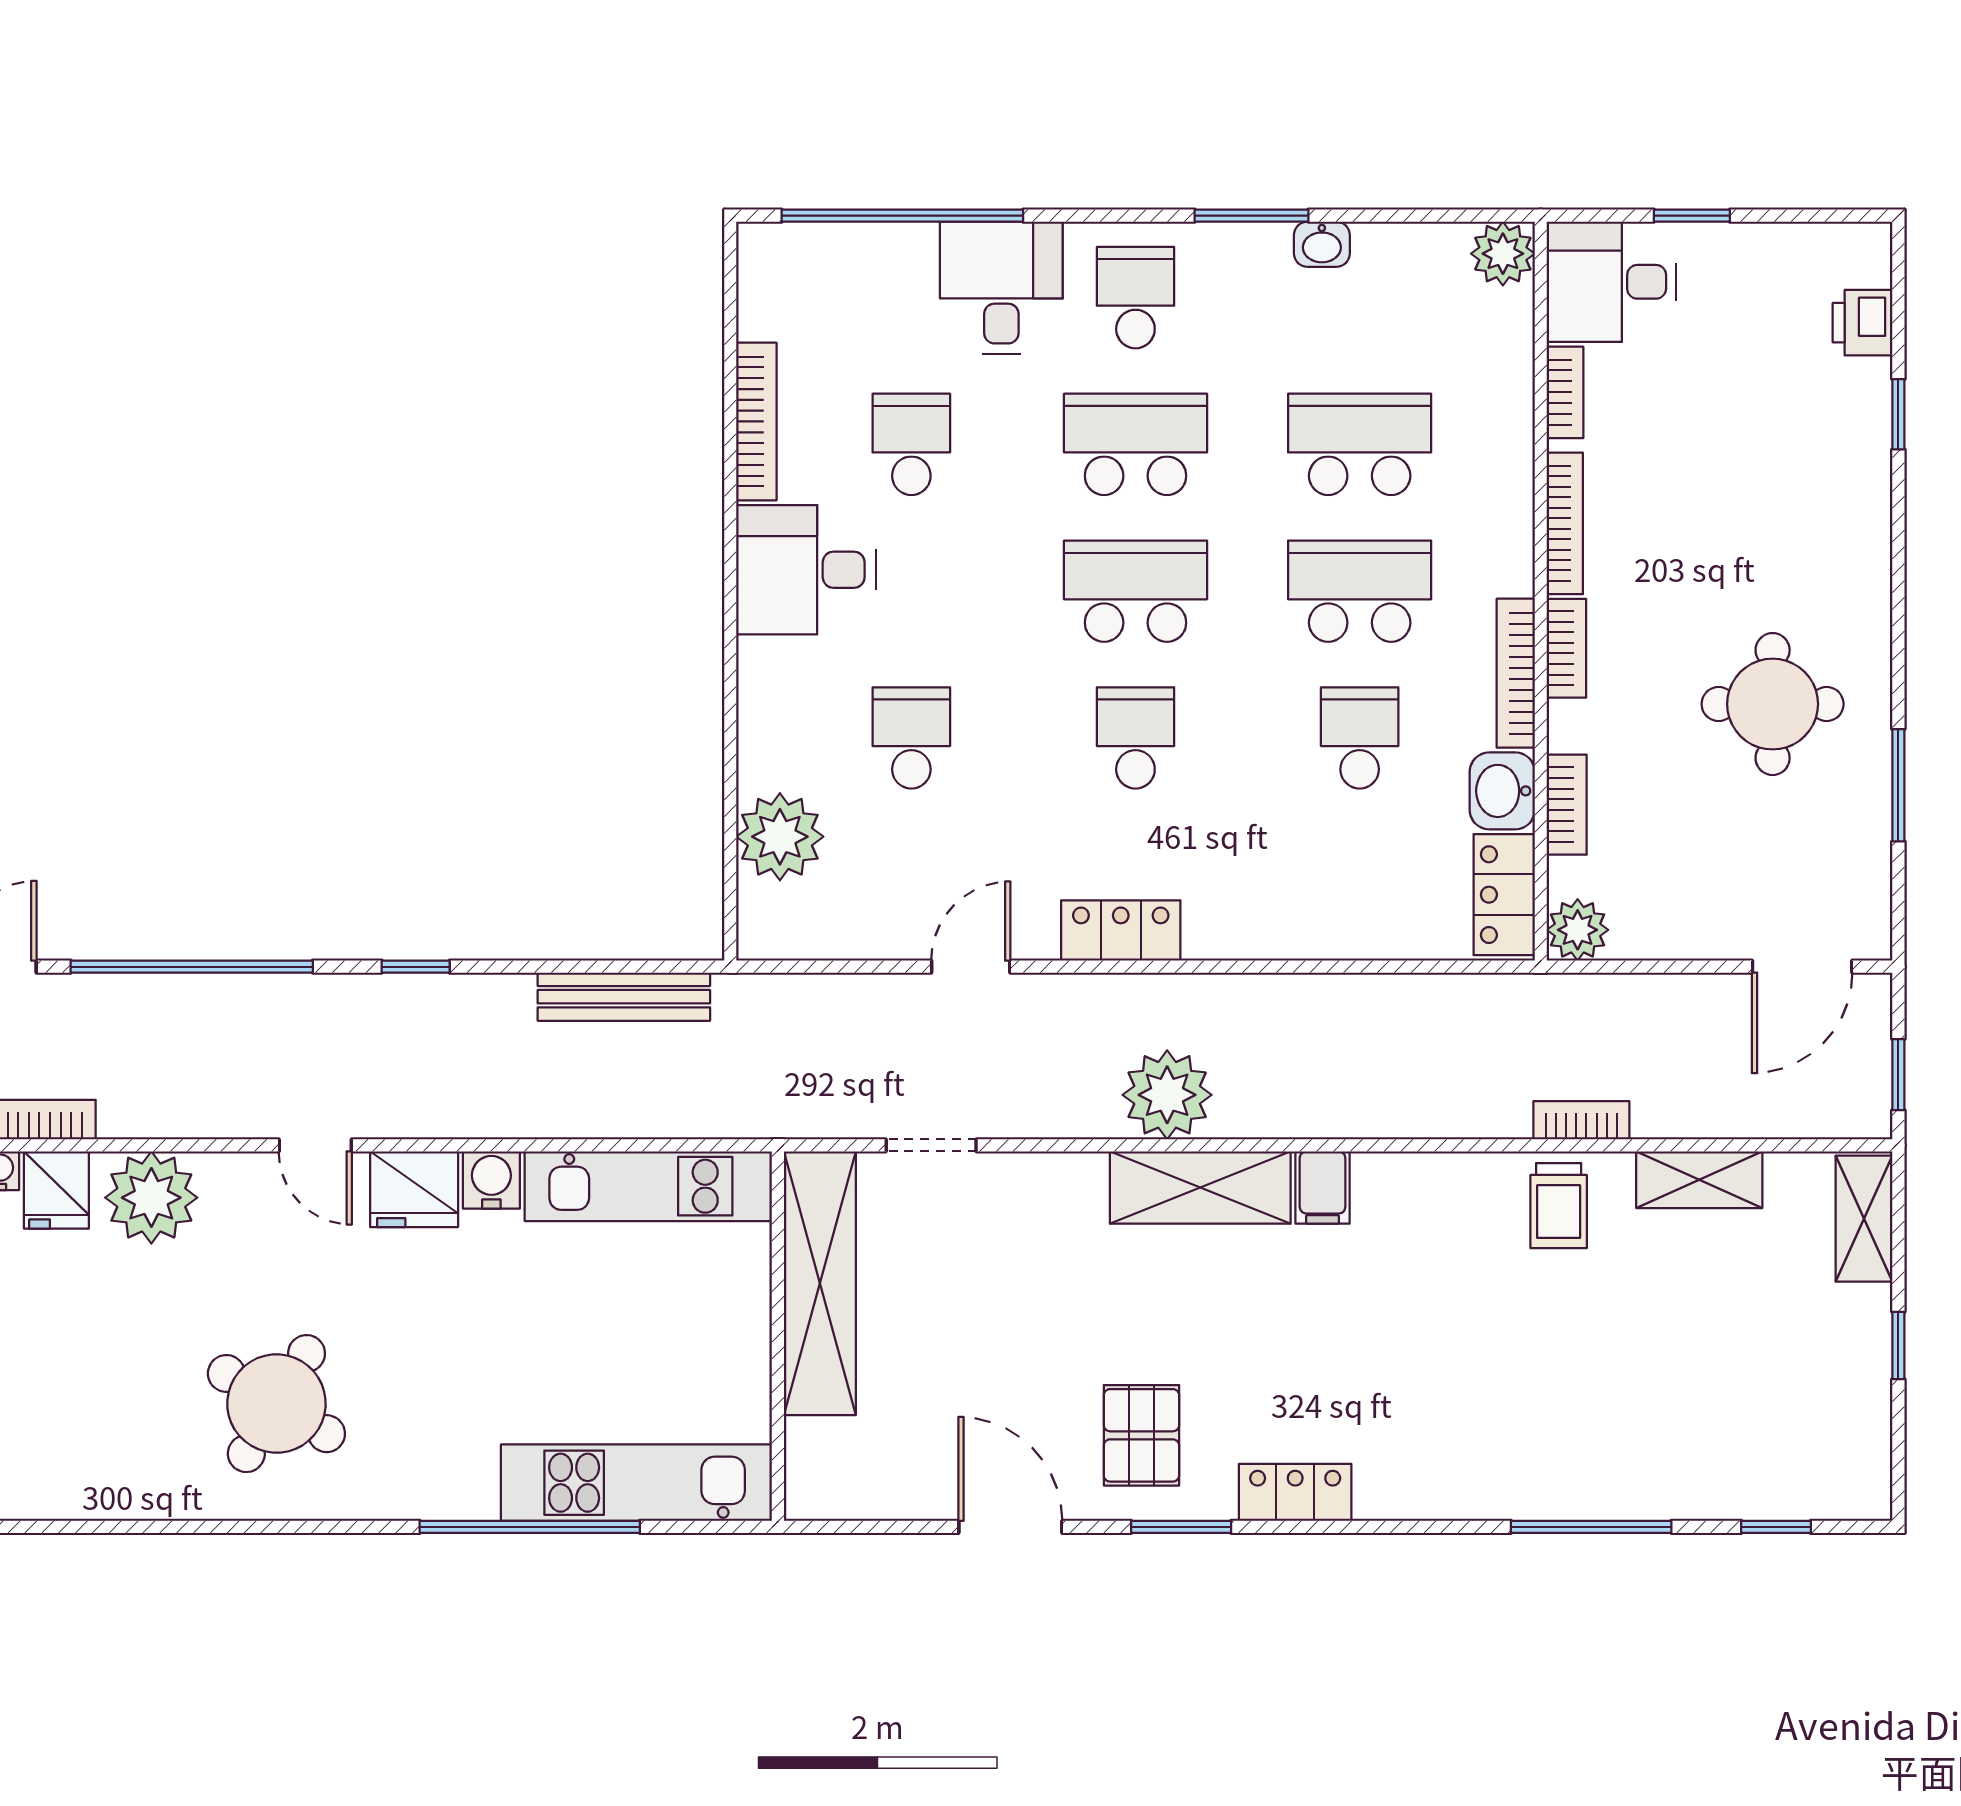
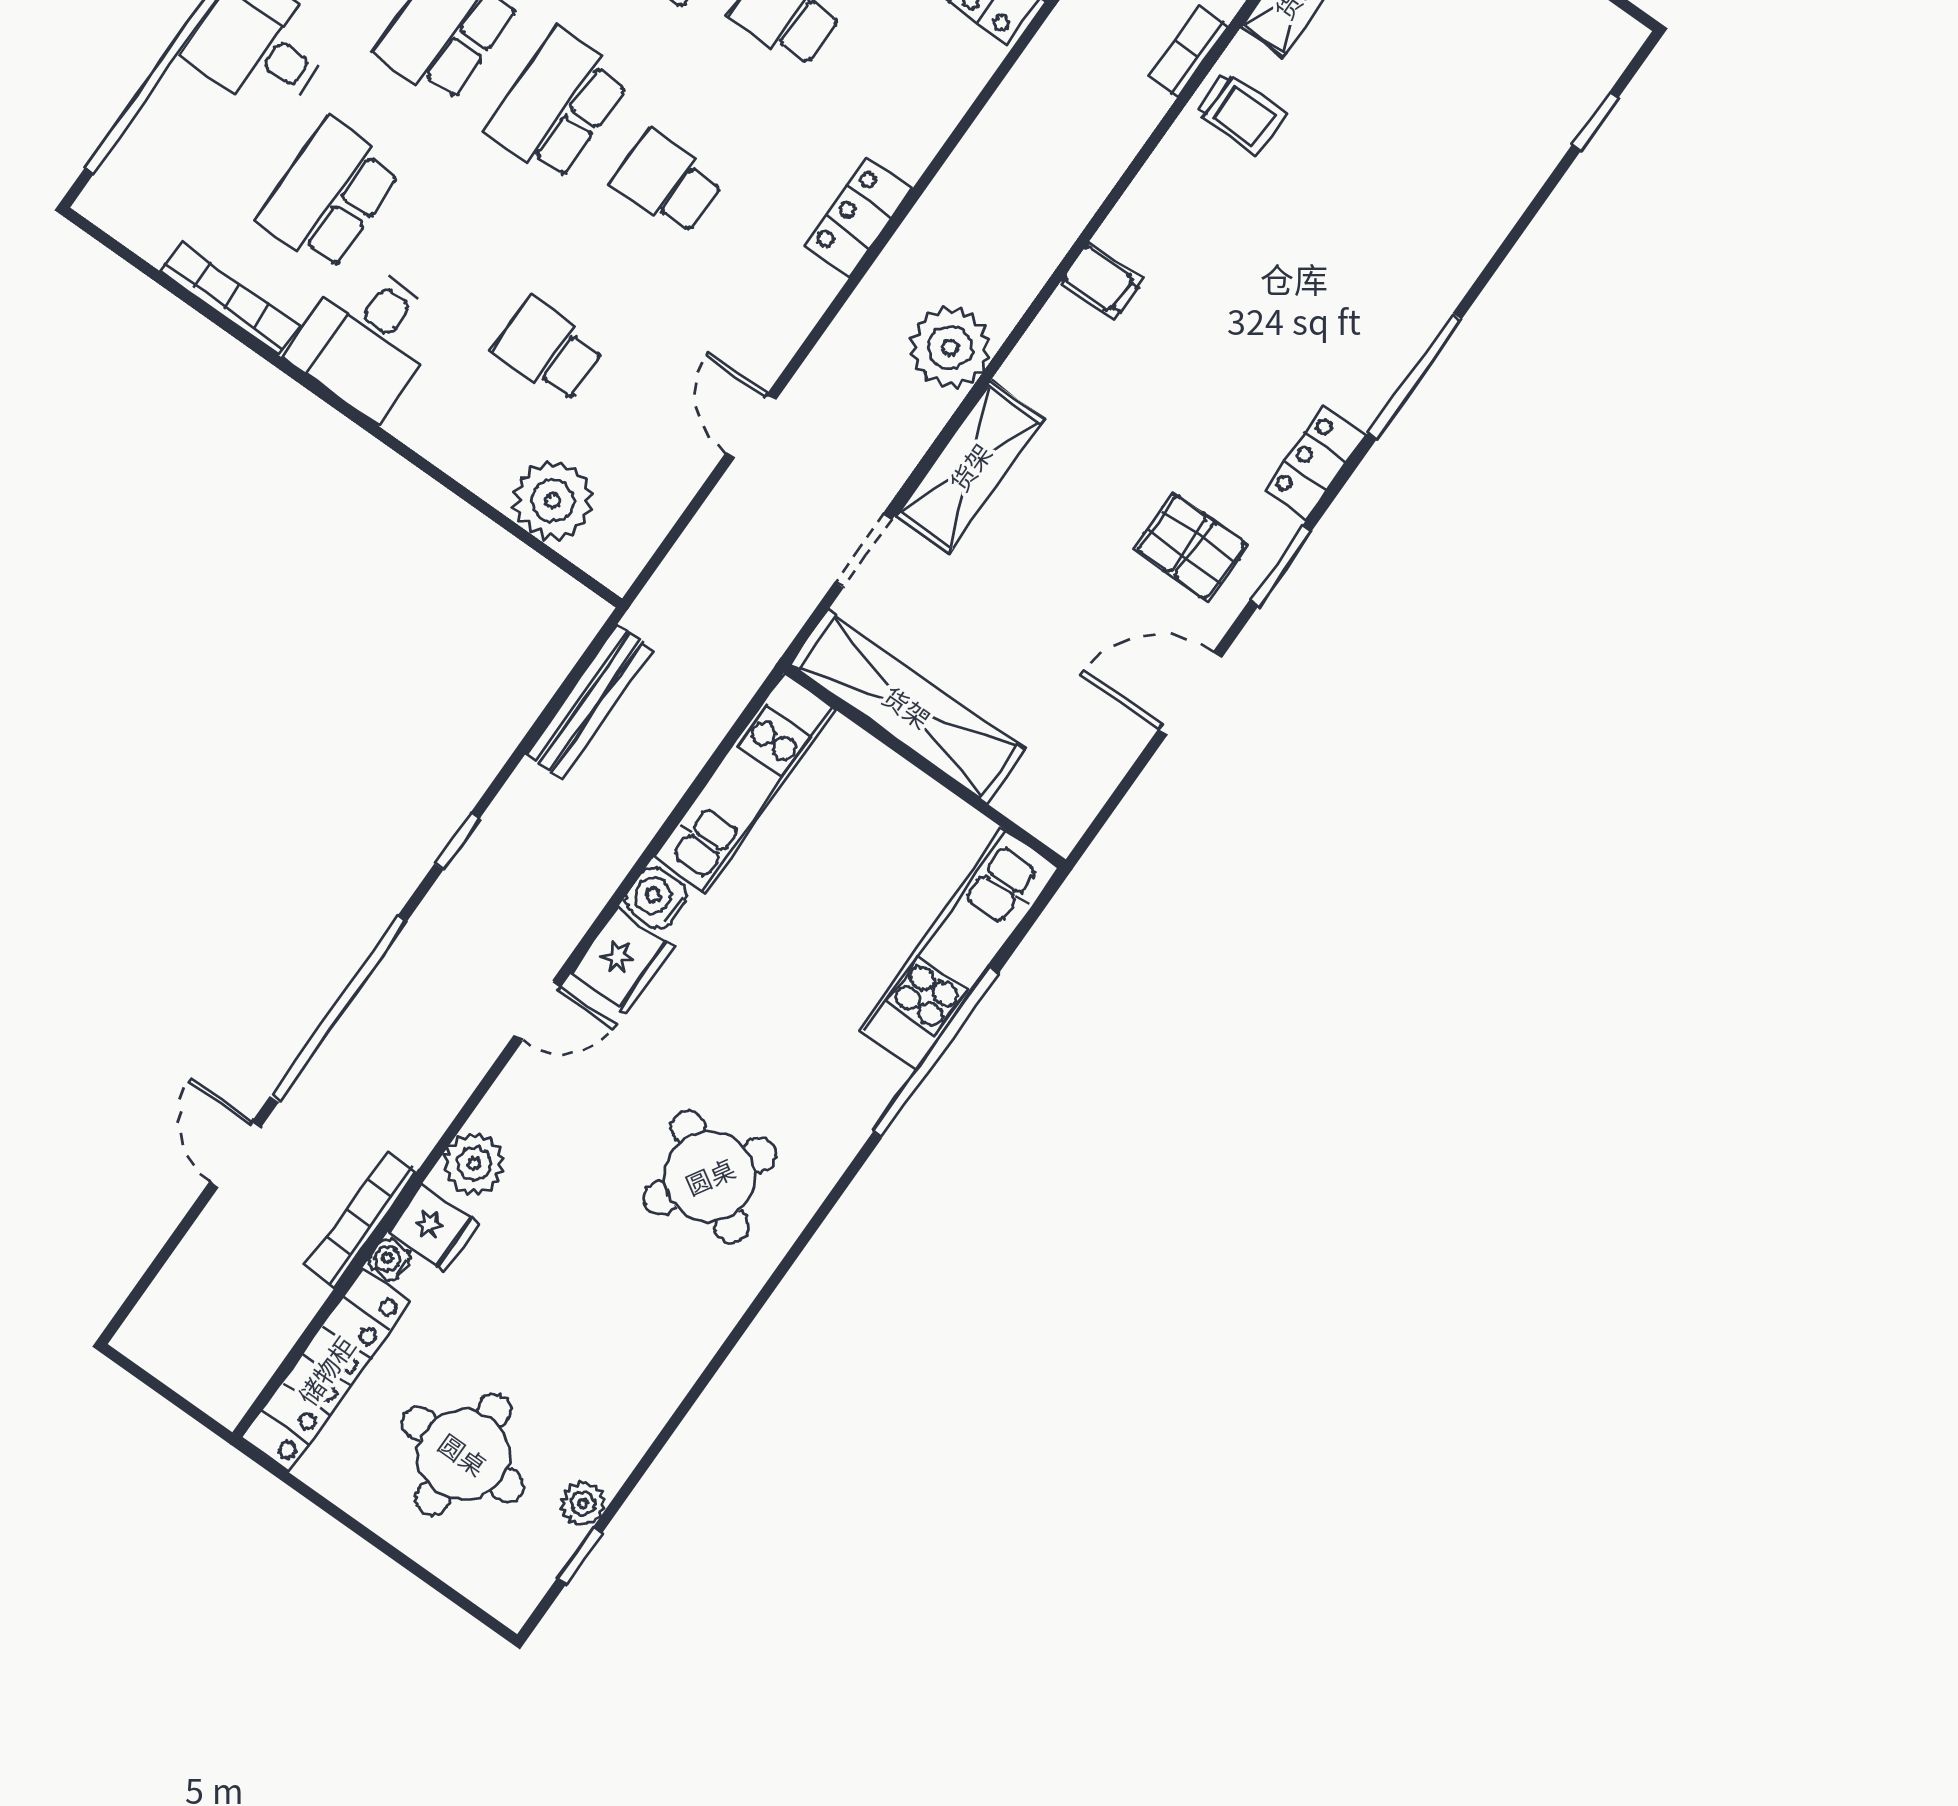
school desk: (911, 444) -> (329, 195), width x1.85
locker: (1121, 931) -> (858, 217), moved
shelving: (1200, 1188) -> (970, 467), moved
plant: (151, 1198) -> (474, 1164), width x0.73, depth x0.73
window: (1591, 1527) -> (1415, 376), moved

